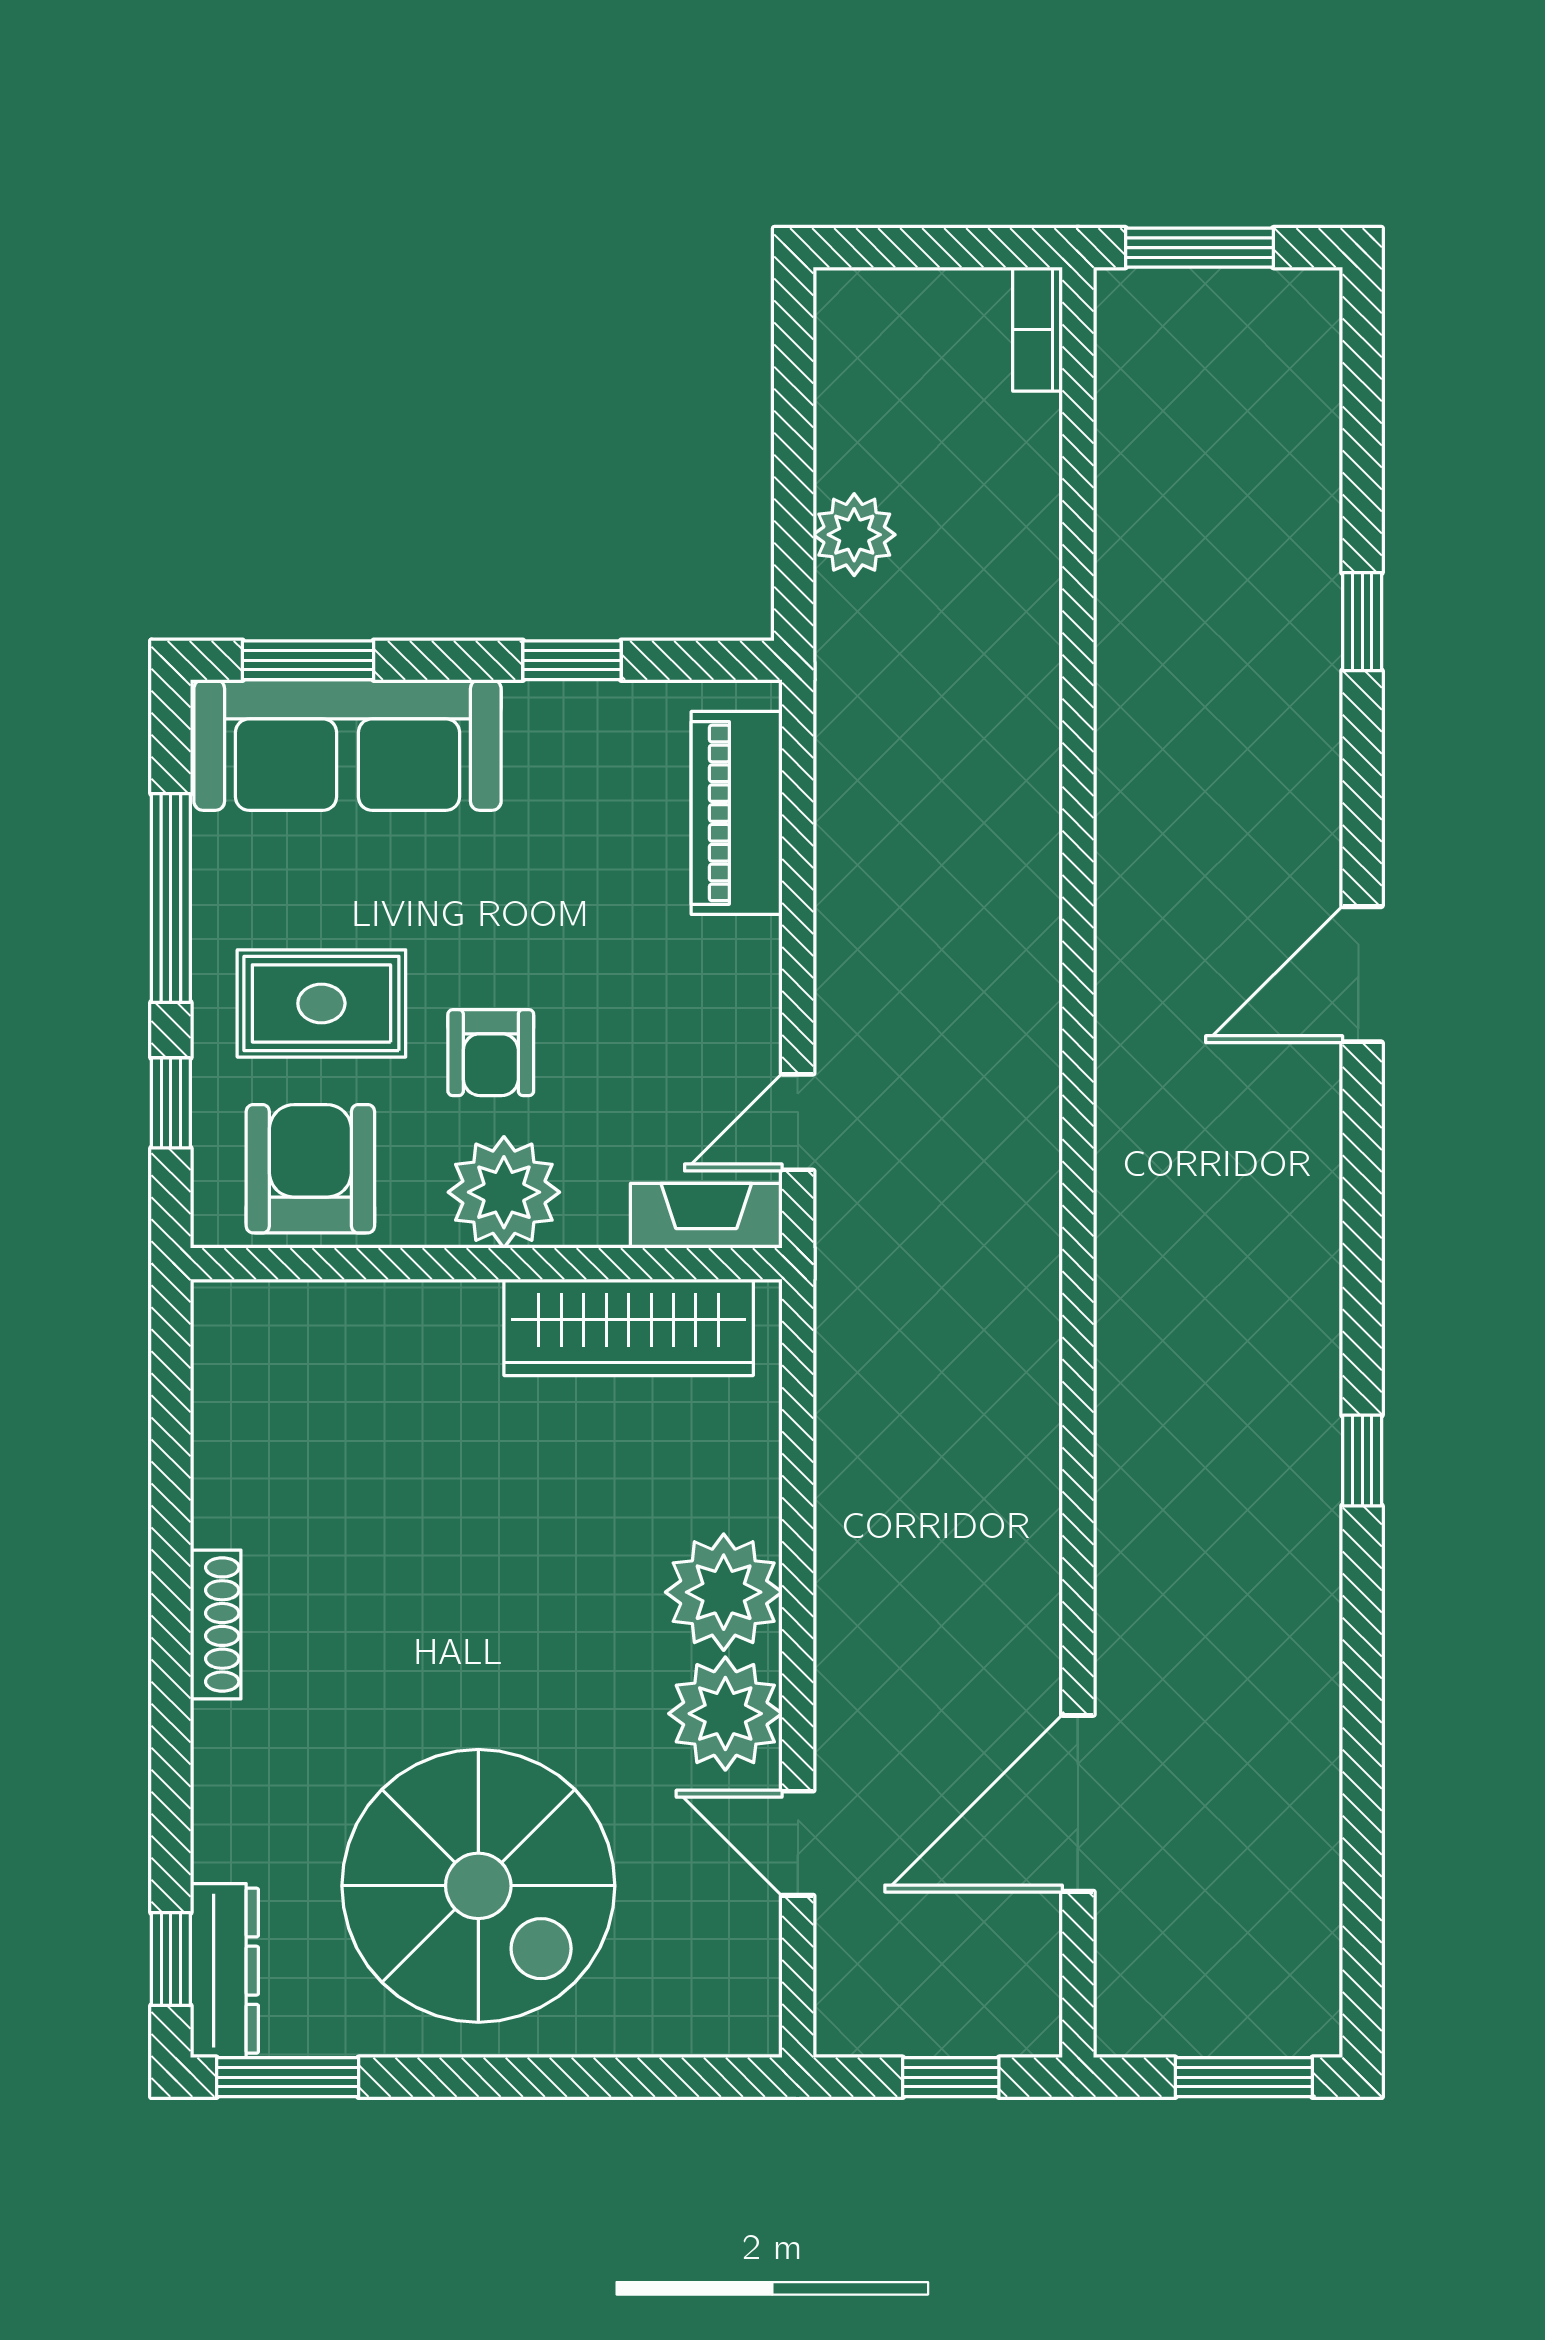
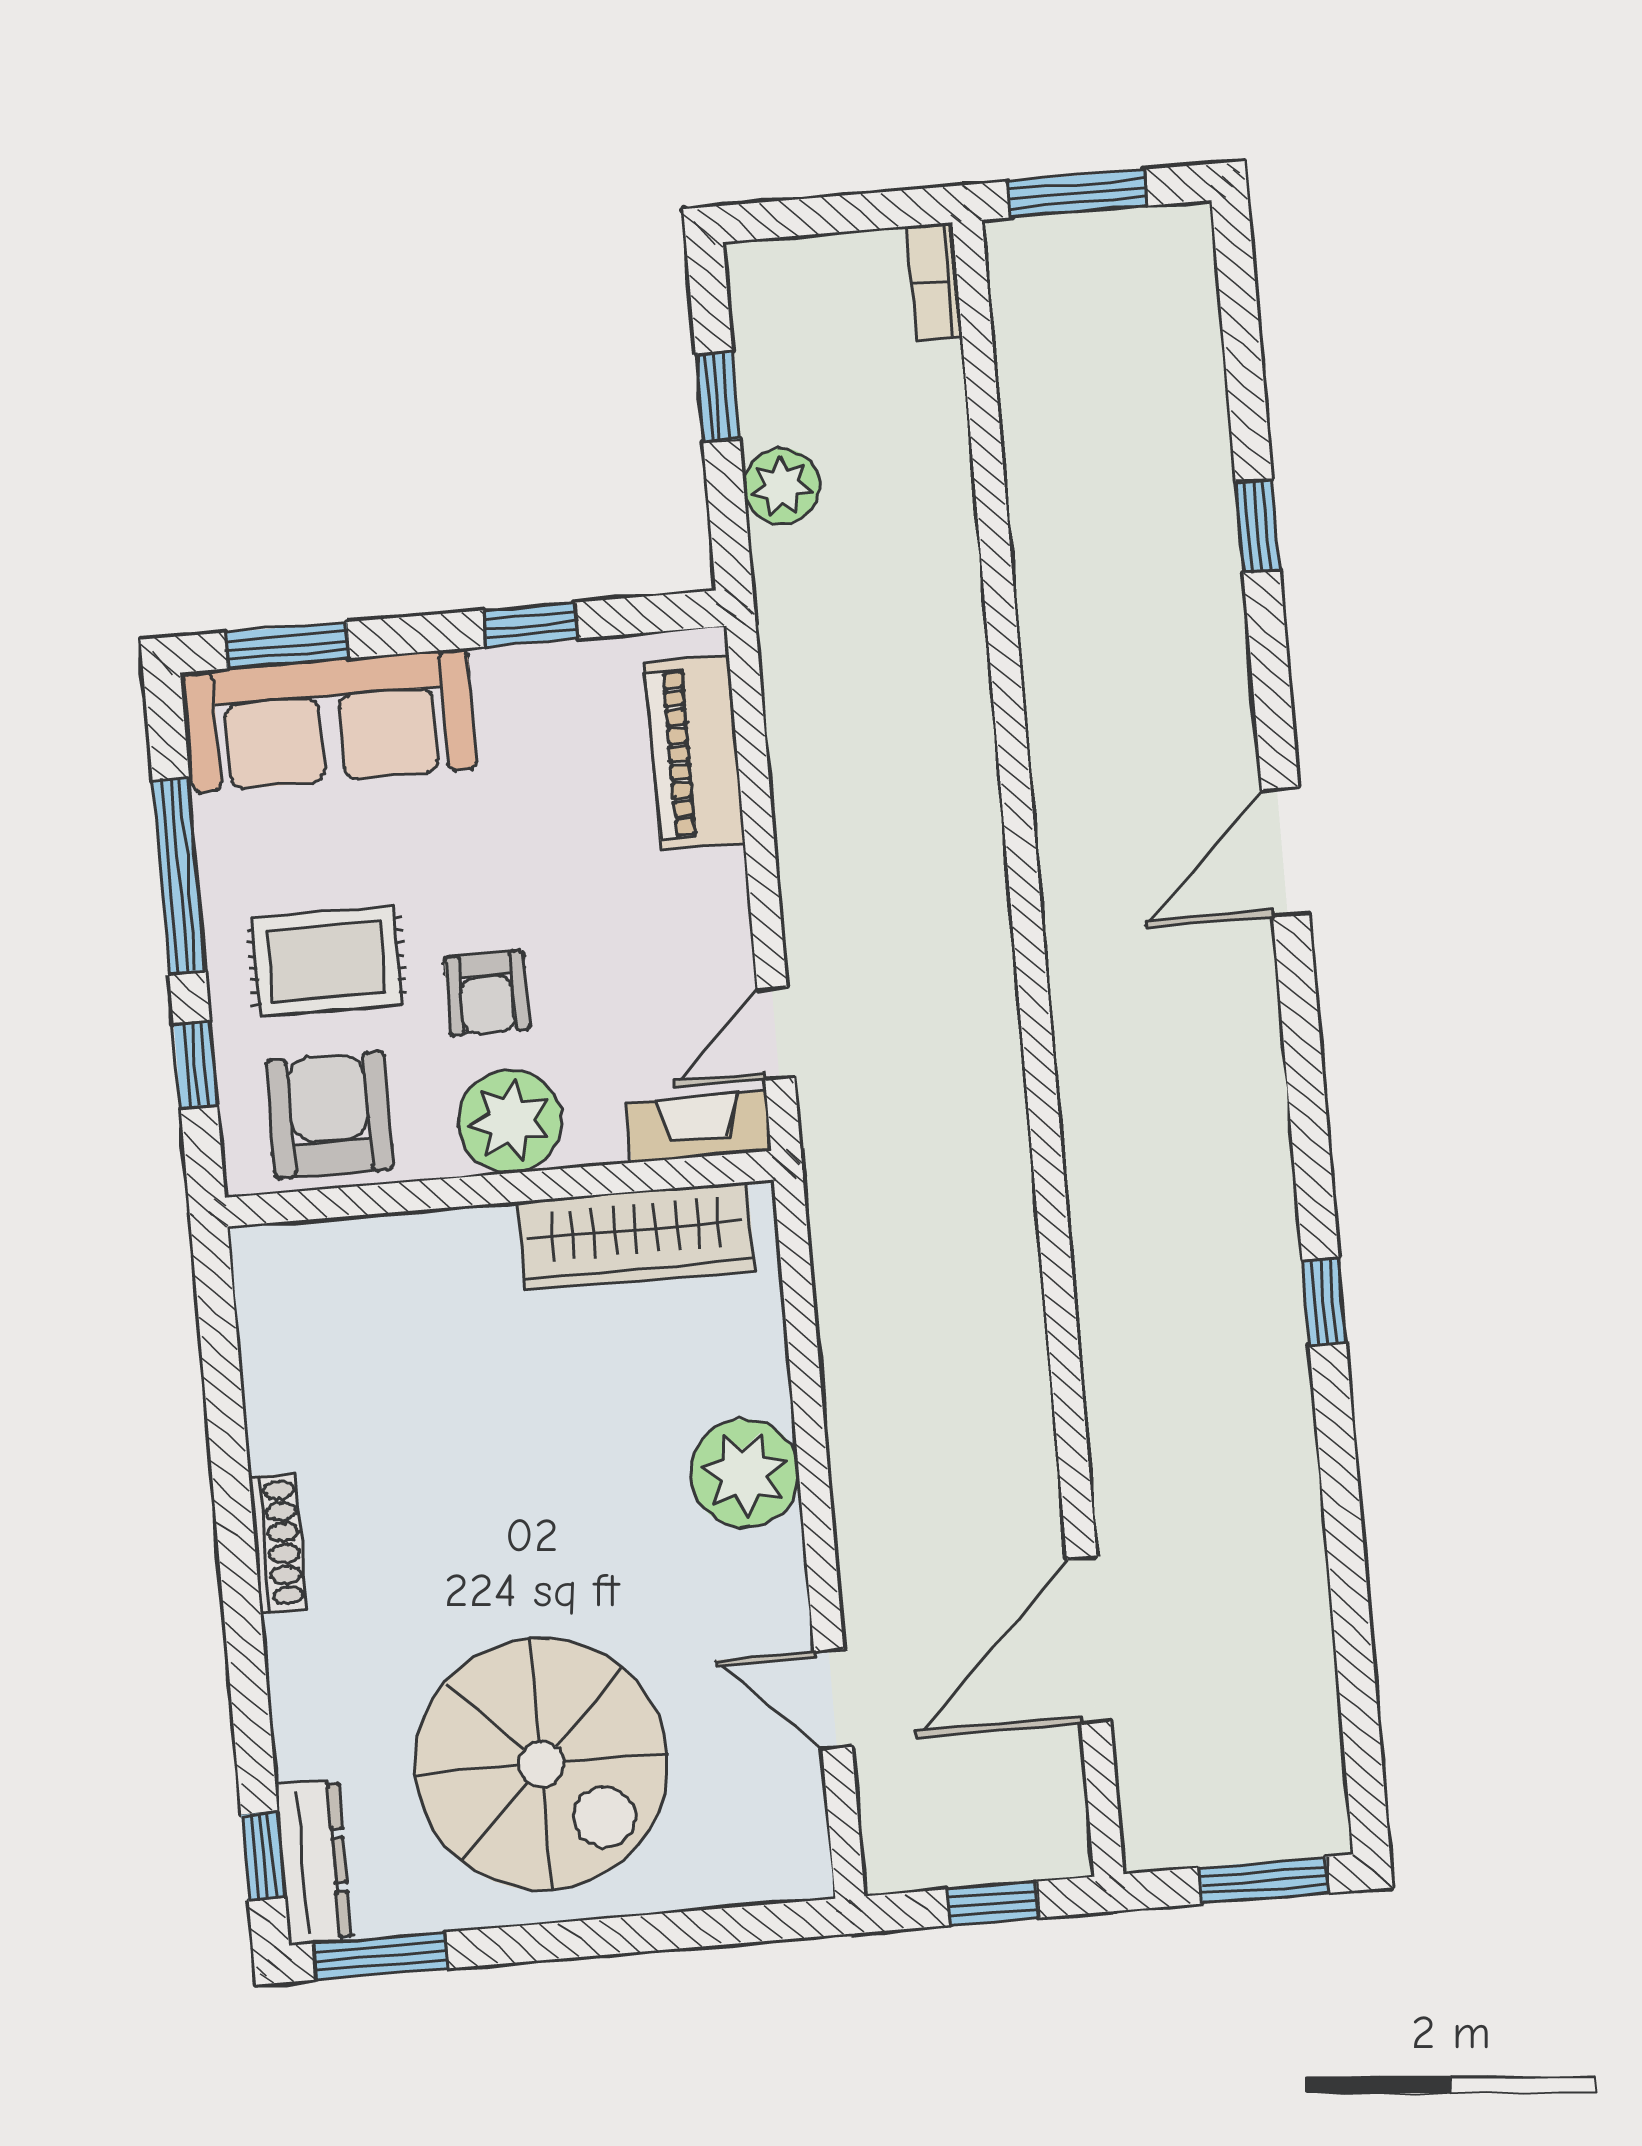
window: (794, 433) -> (718, 397), added
plant: (725, 1714) -> (756, 1585), removed

